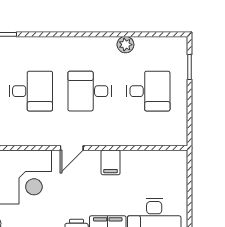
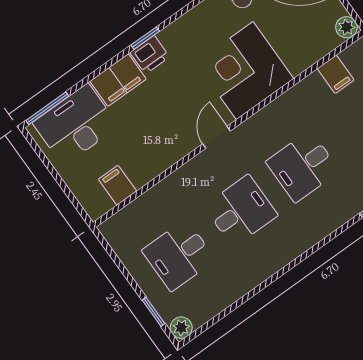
plant: (125, 45) -> (181, 328), moved
filing cabinet: (111, 162) -> (117, 185), moved

